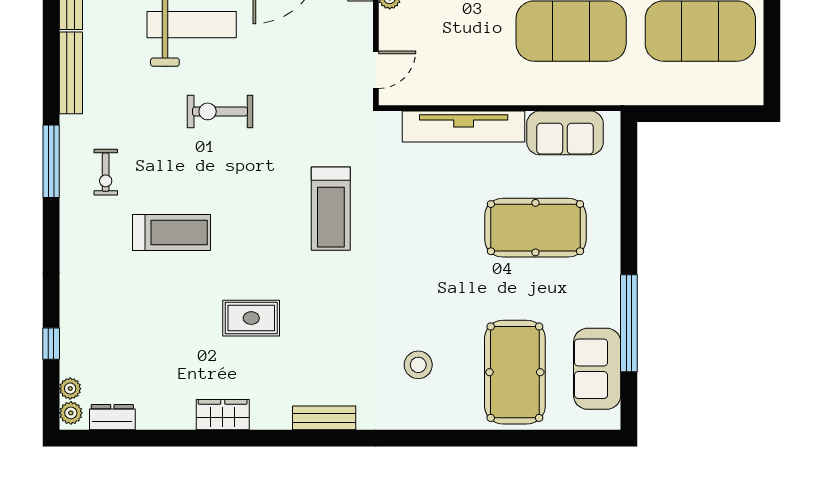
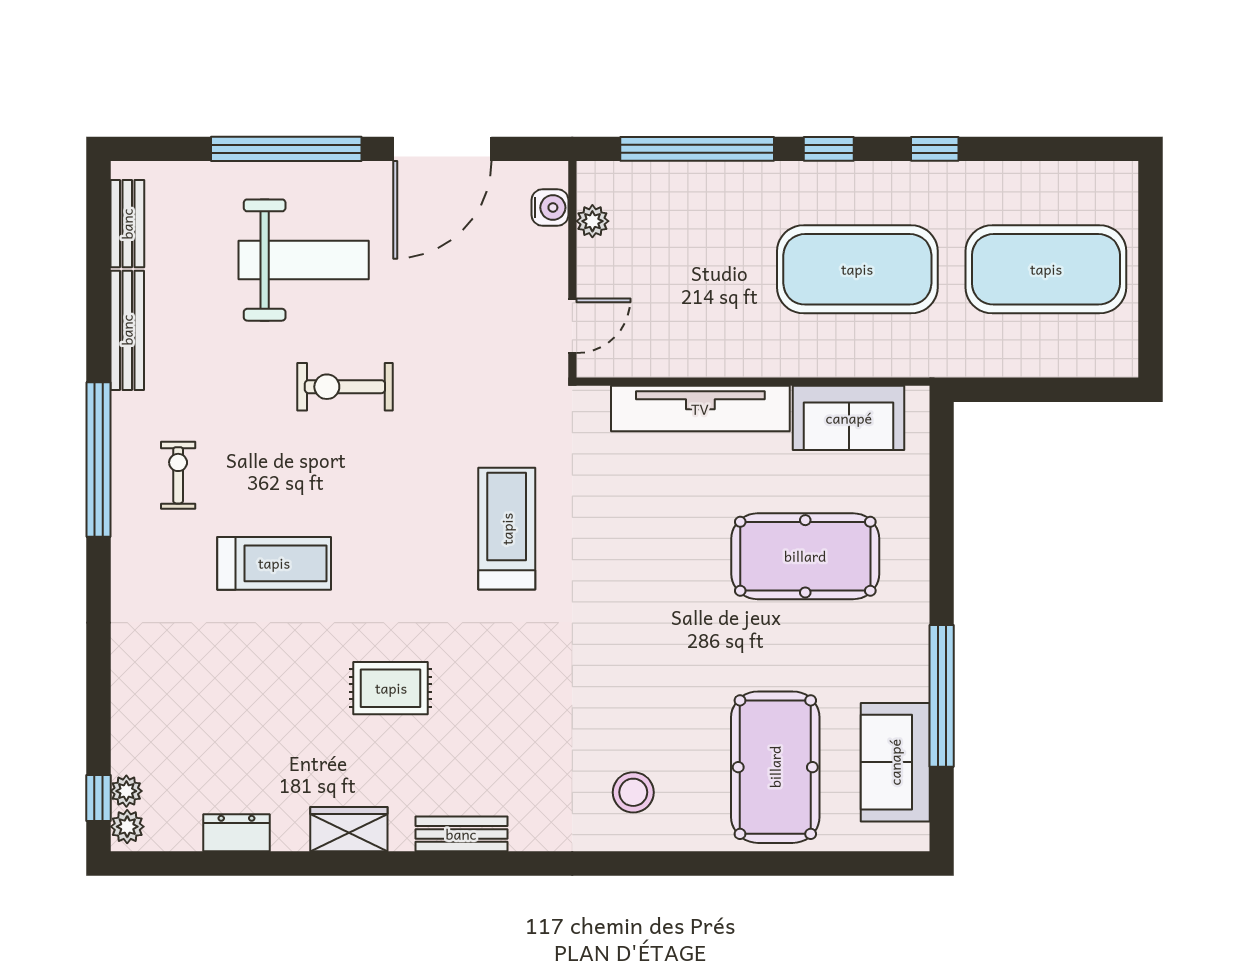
window: (51, 161) -> (99, 459), width x1.46
exercise bike: (106, 172) -> (178, 475), turned 180
treadmill: (331, 209) -> (507, 529), turned 180
window: (51, 344) -> (99, 798), moved
stool: (418, 365) -> (633, 792), moved
dresser: (112, 417) -> (236, 833), moved
bench: (324, 418) -> (461, 834), moved

